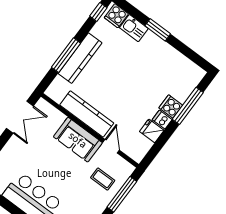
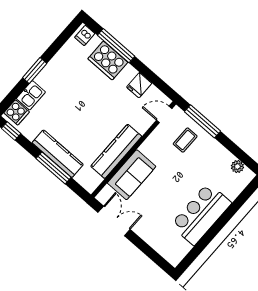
cooker: (171, 107) -> (108, 60), width x1.87, depth x1.31
dishwasher: (162, 120) -> (85, 35), moved
sofa: (78, 140) -> (132, 175), moved
door: (111, 146) -> (164, 114), moved

